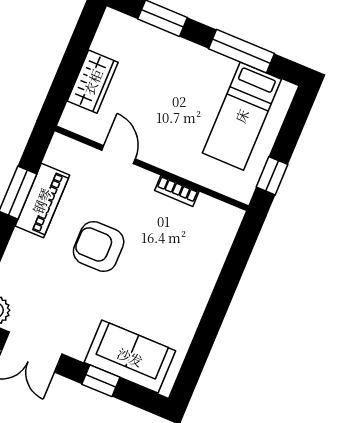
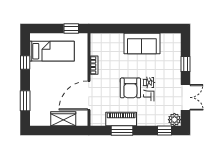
window: (241, 51) -> (25, 63), width x0.46
door: (119, 155) -> (89, 95), width x1.87
sofa: (130, 357) -> (142, 43), moved, turned -90

